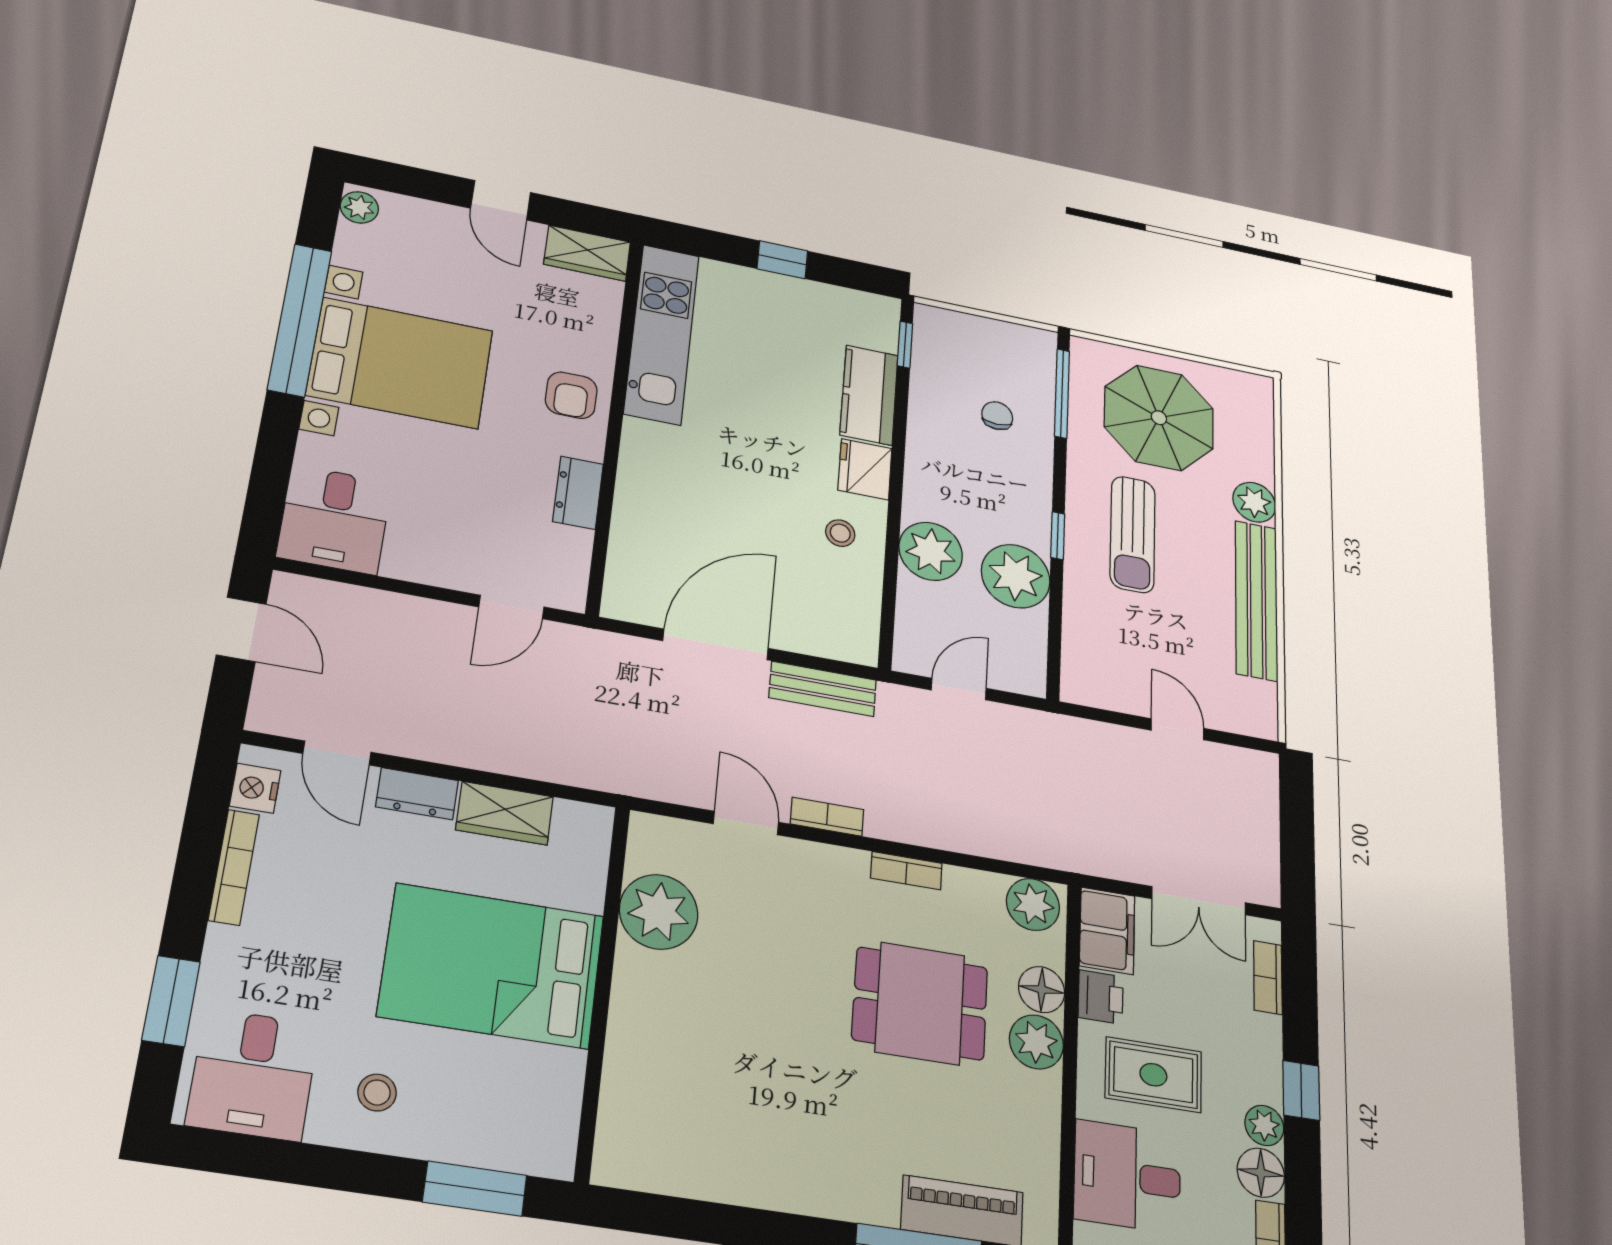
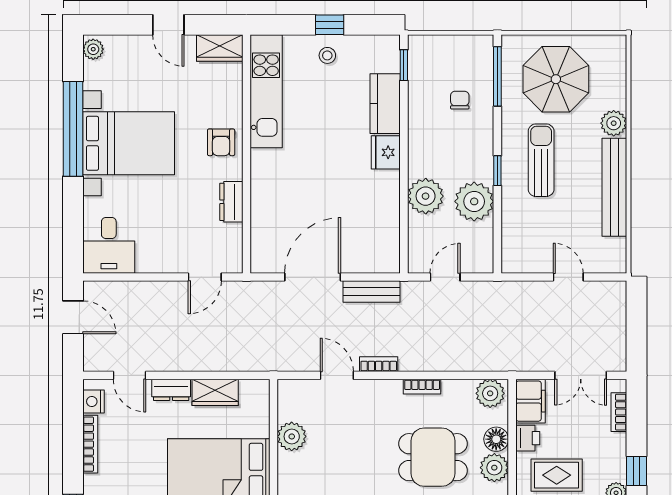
stool: (840, 533) -> (327, 55), moved
sun lounger: (1133, 534) -> (541, 160), turned 180
plant: (659, 912) -> (292, 436), width x0.73, depth x0.73

